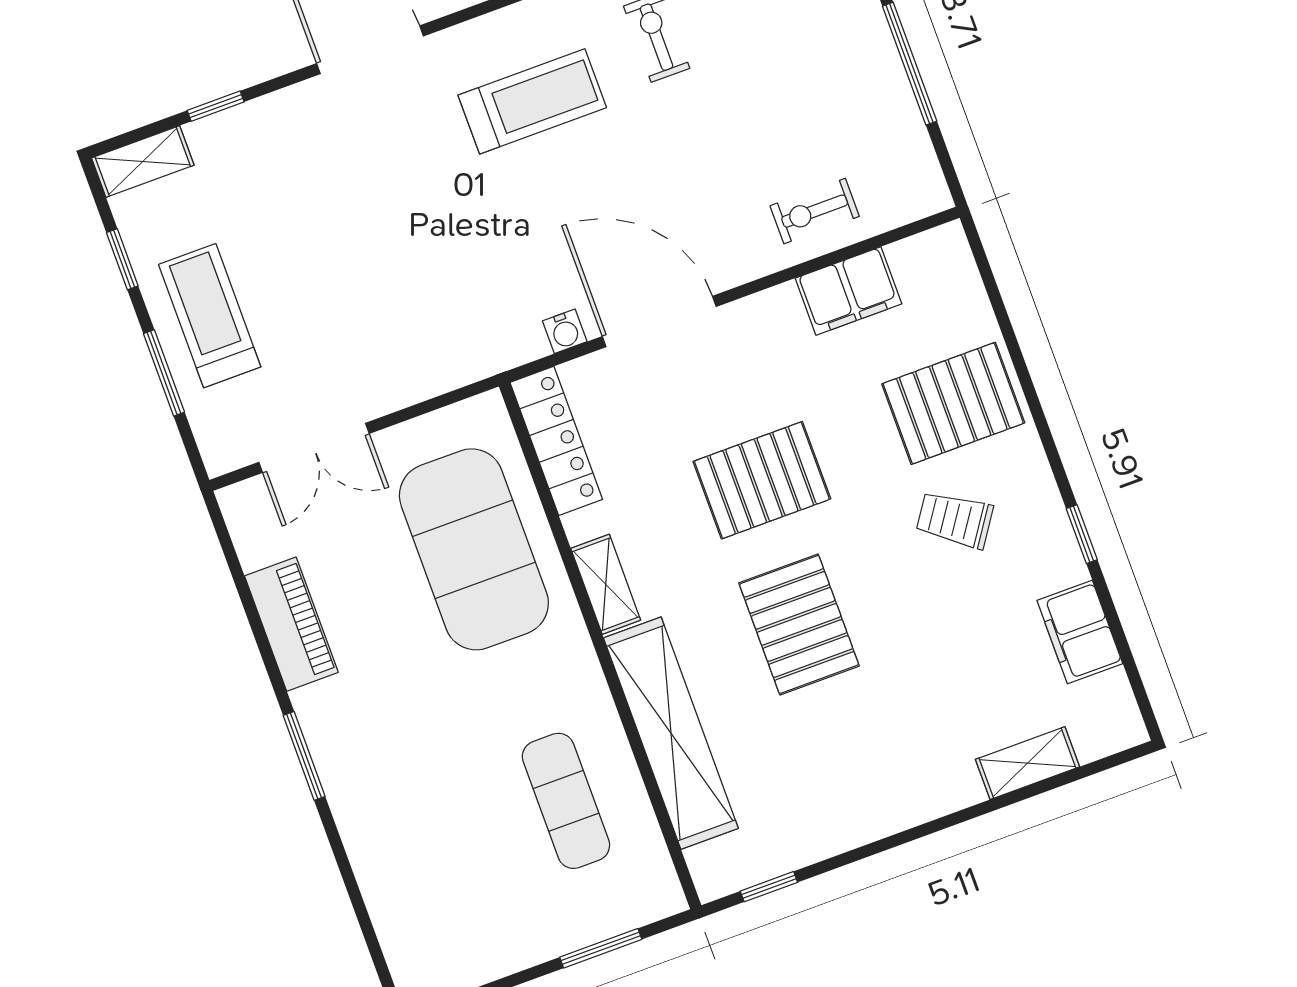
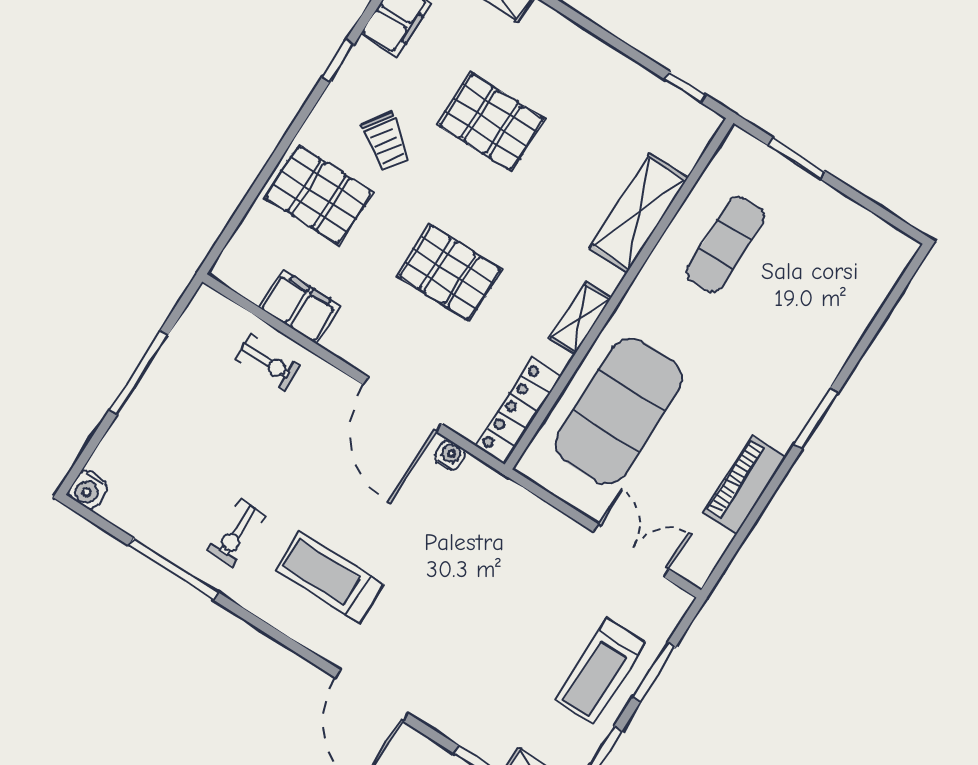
pallet: (799, 624) -> (491, 122), moved, turned 90
shelving: (671, 733) -> (639, 213), width x0.68

